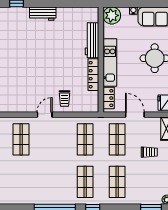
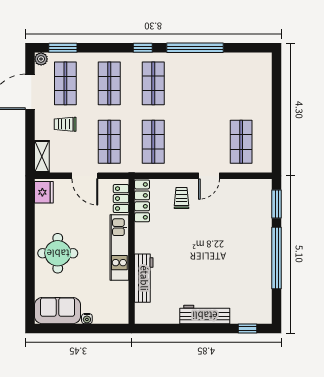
workbench: (43, 14) -> (205, 315), width x1.38
plant: (112, 15) -> (117, 312), removed
locker: (93, 75) -> (142, 201), moved
shop shelf: (149, 182) -> (65, 83), added

